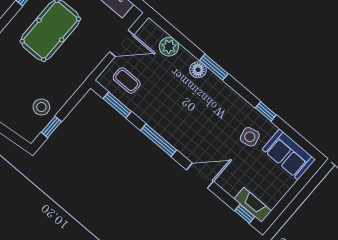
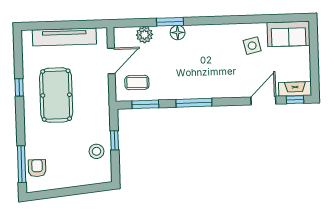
window: (214, 67) -> (170, 22), moved
window: (266, 111) -> (247, 19), removed
window: (51, 127) -> (115, 140), moved
door: (200, 176) -> (263, 101), moved

